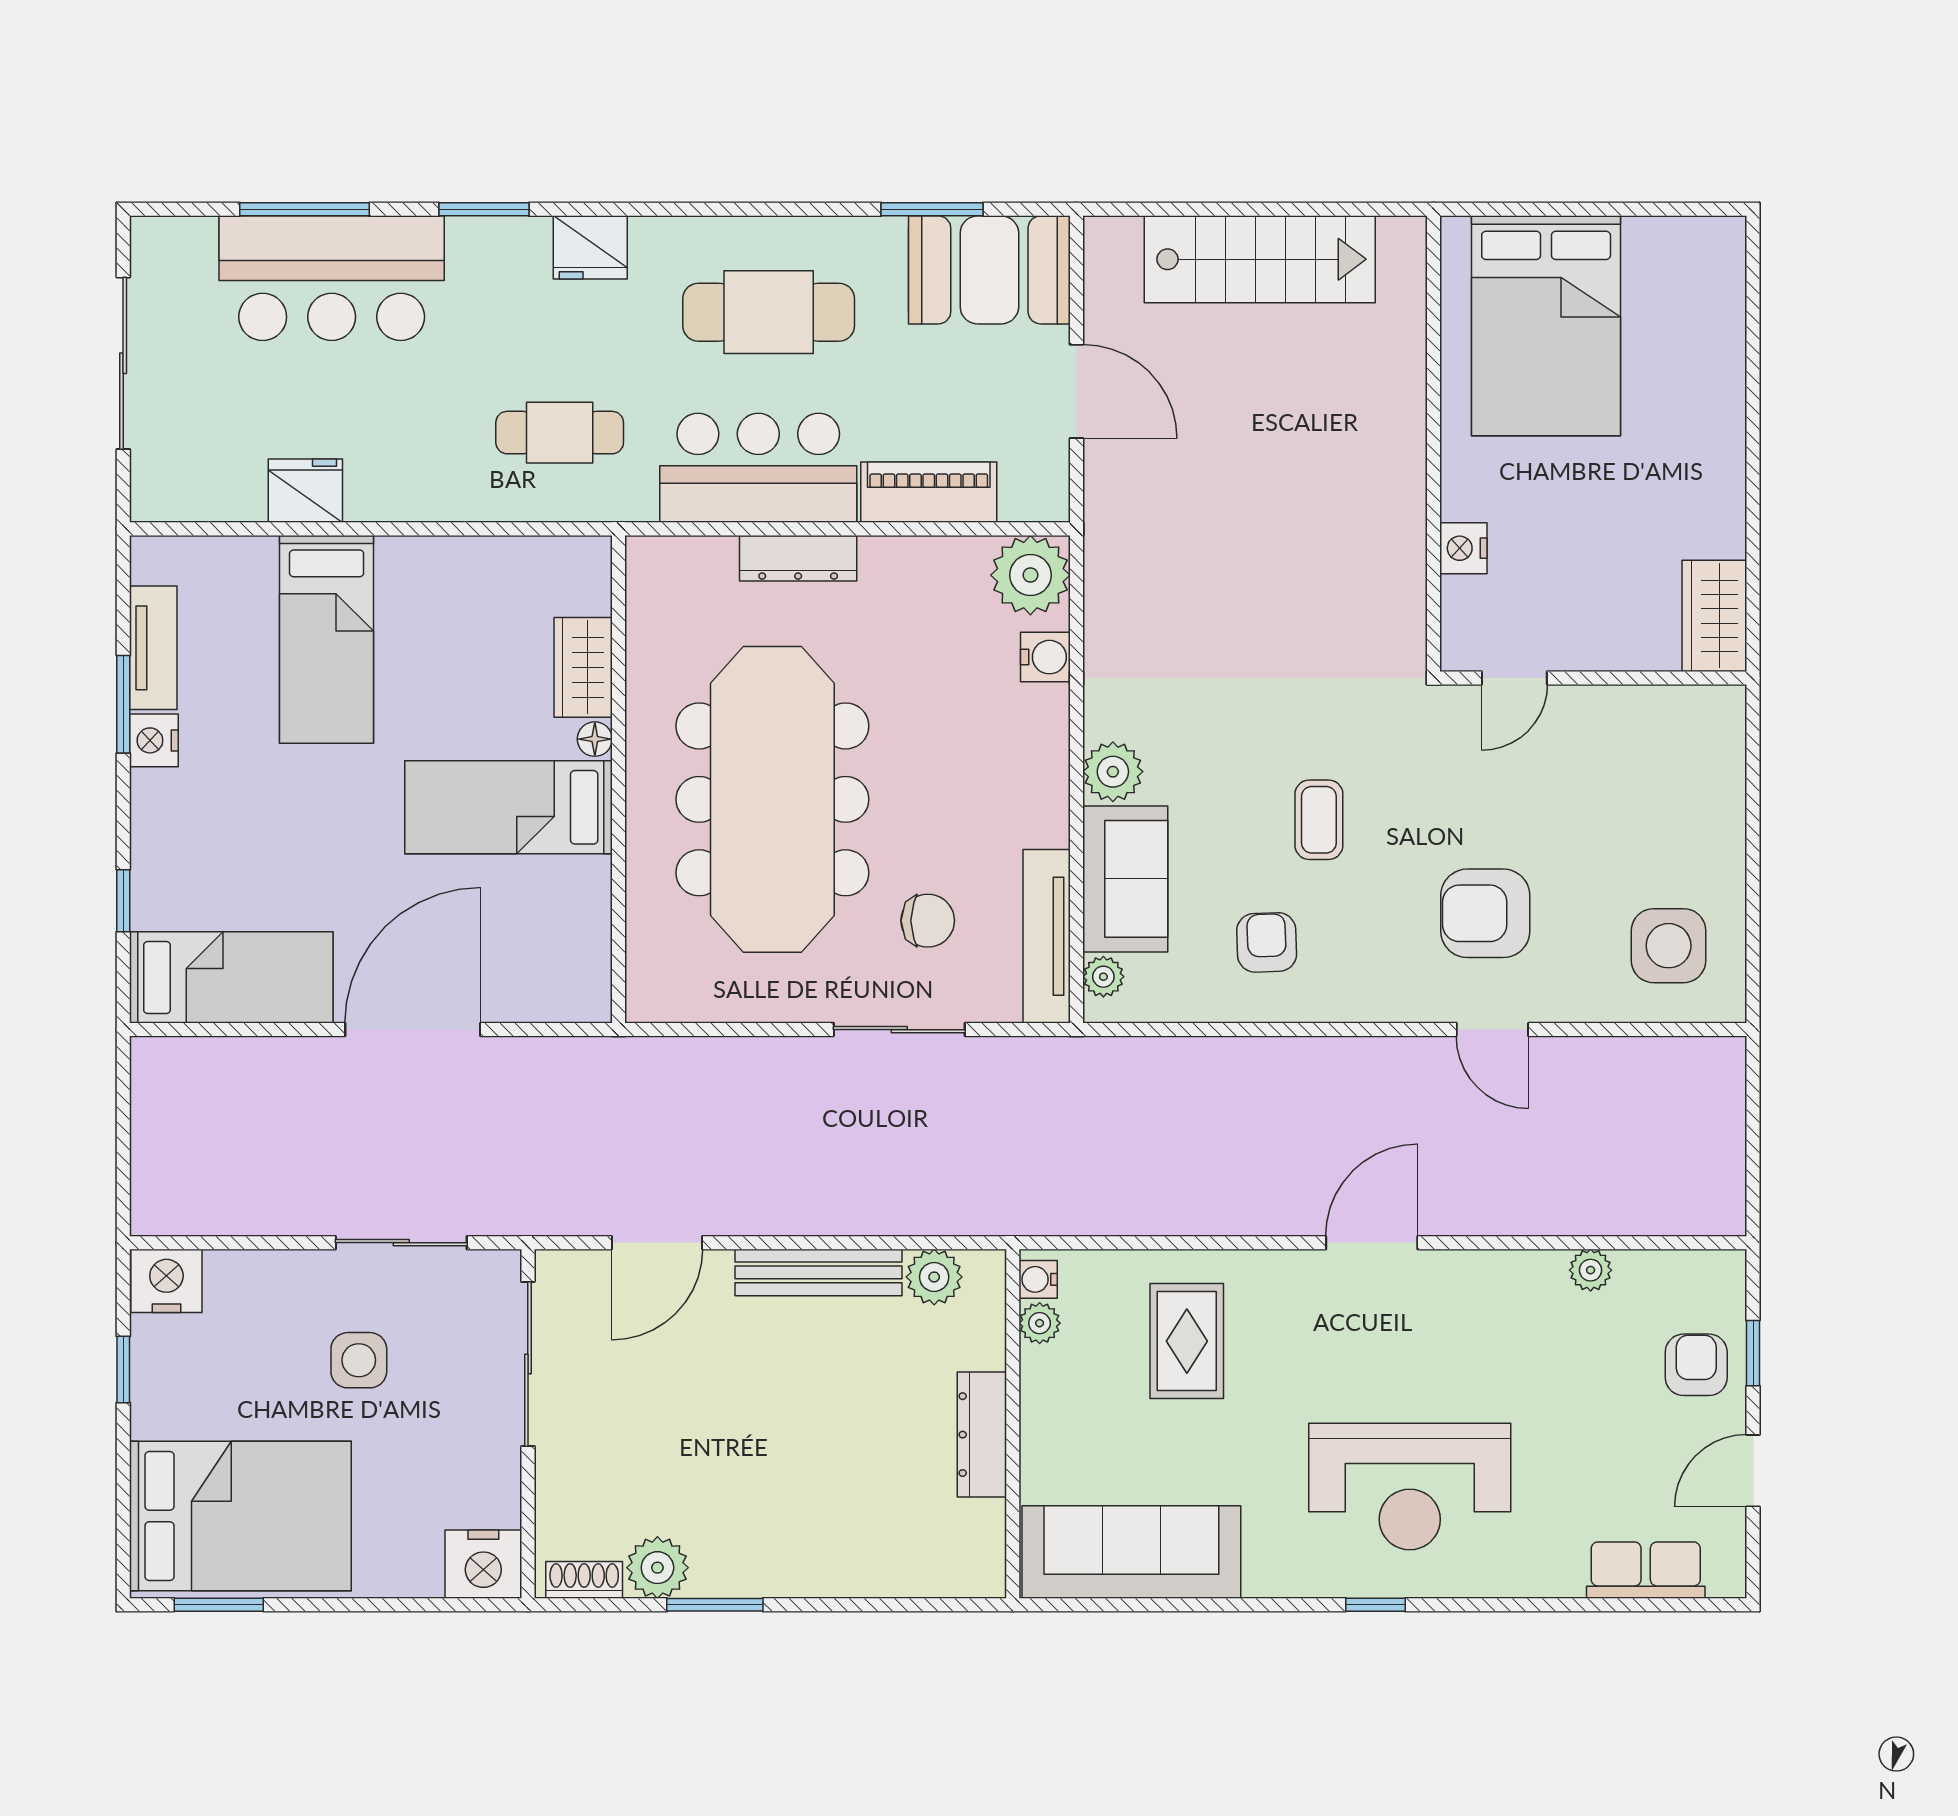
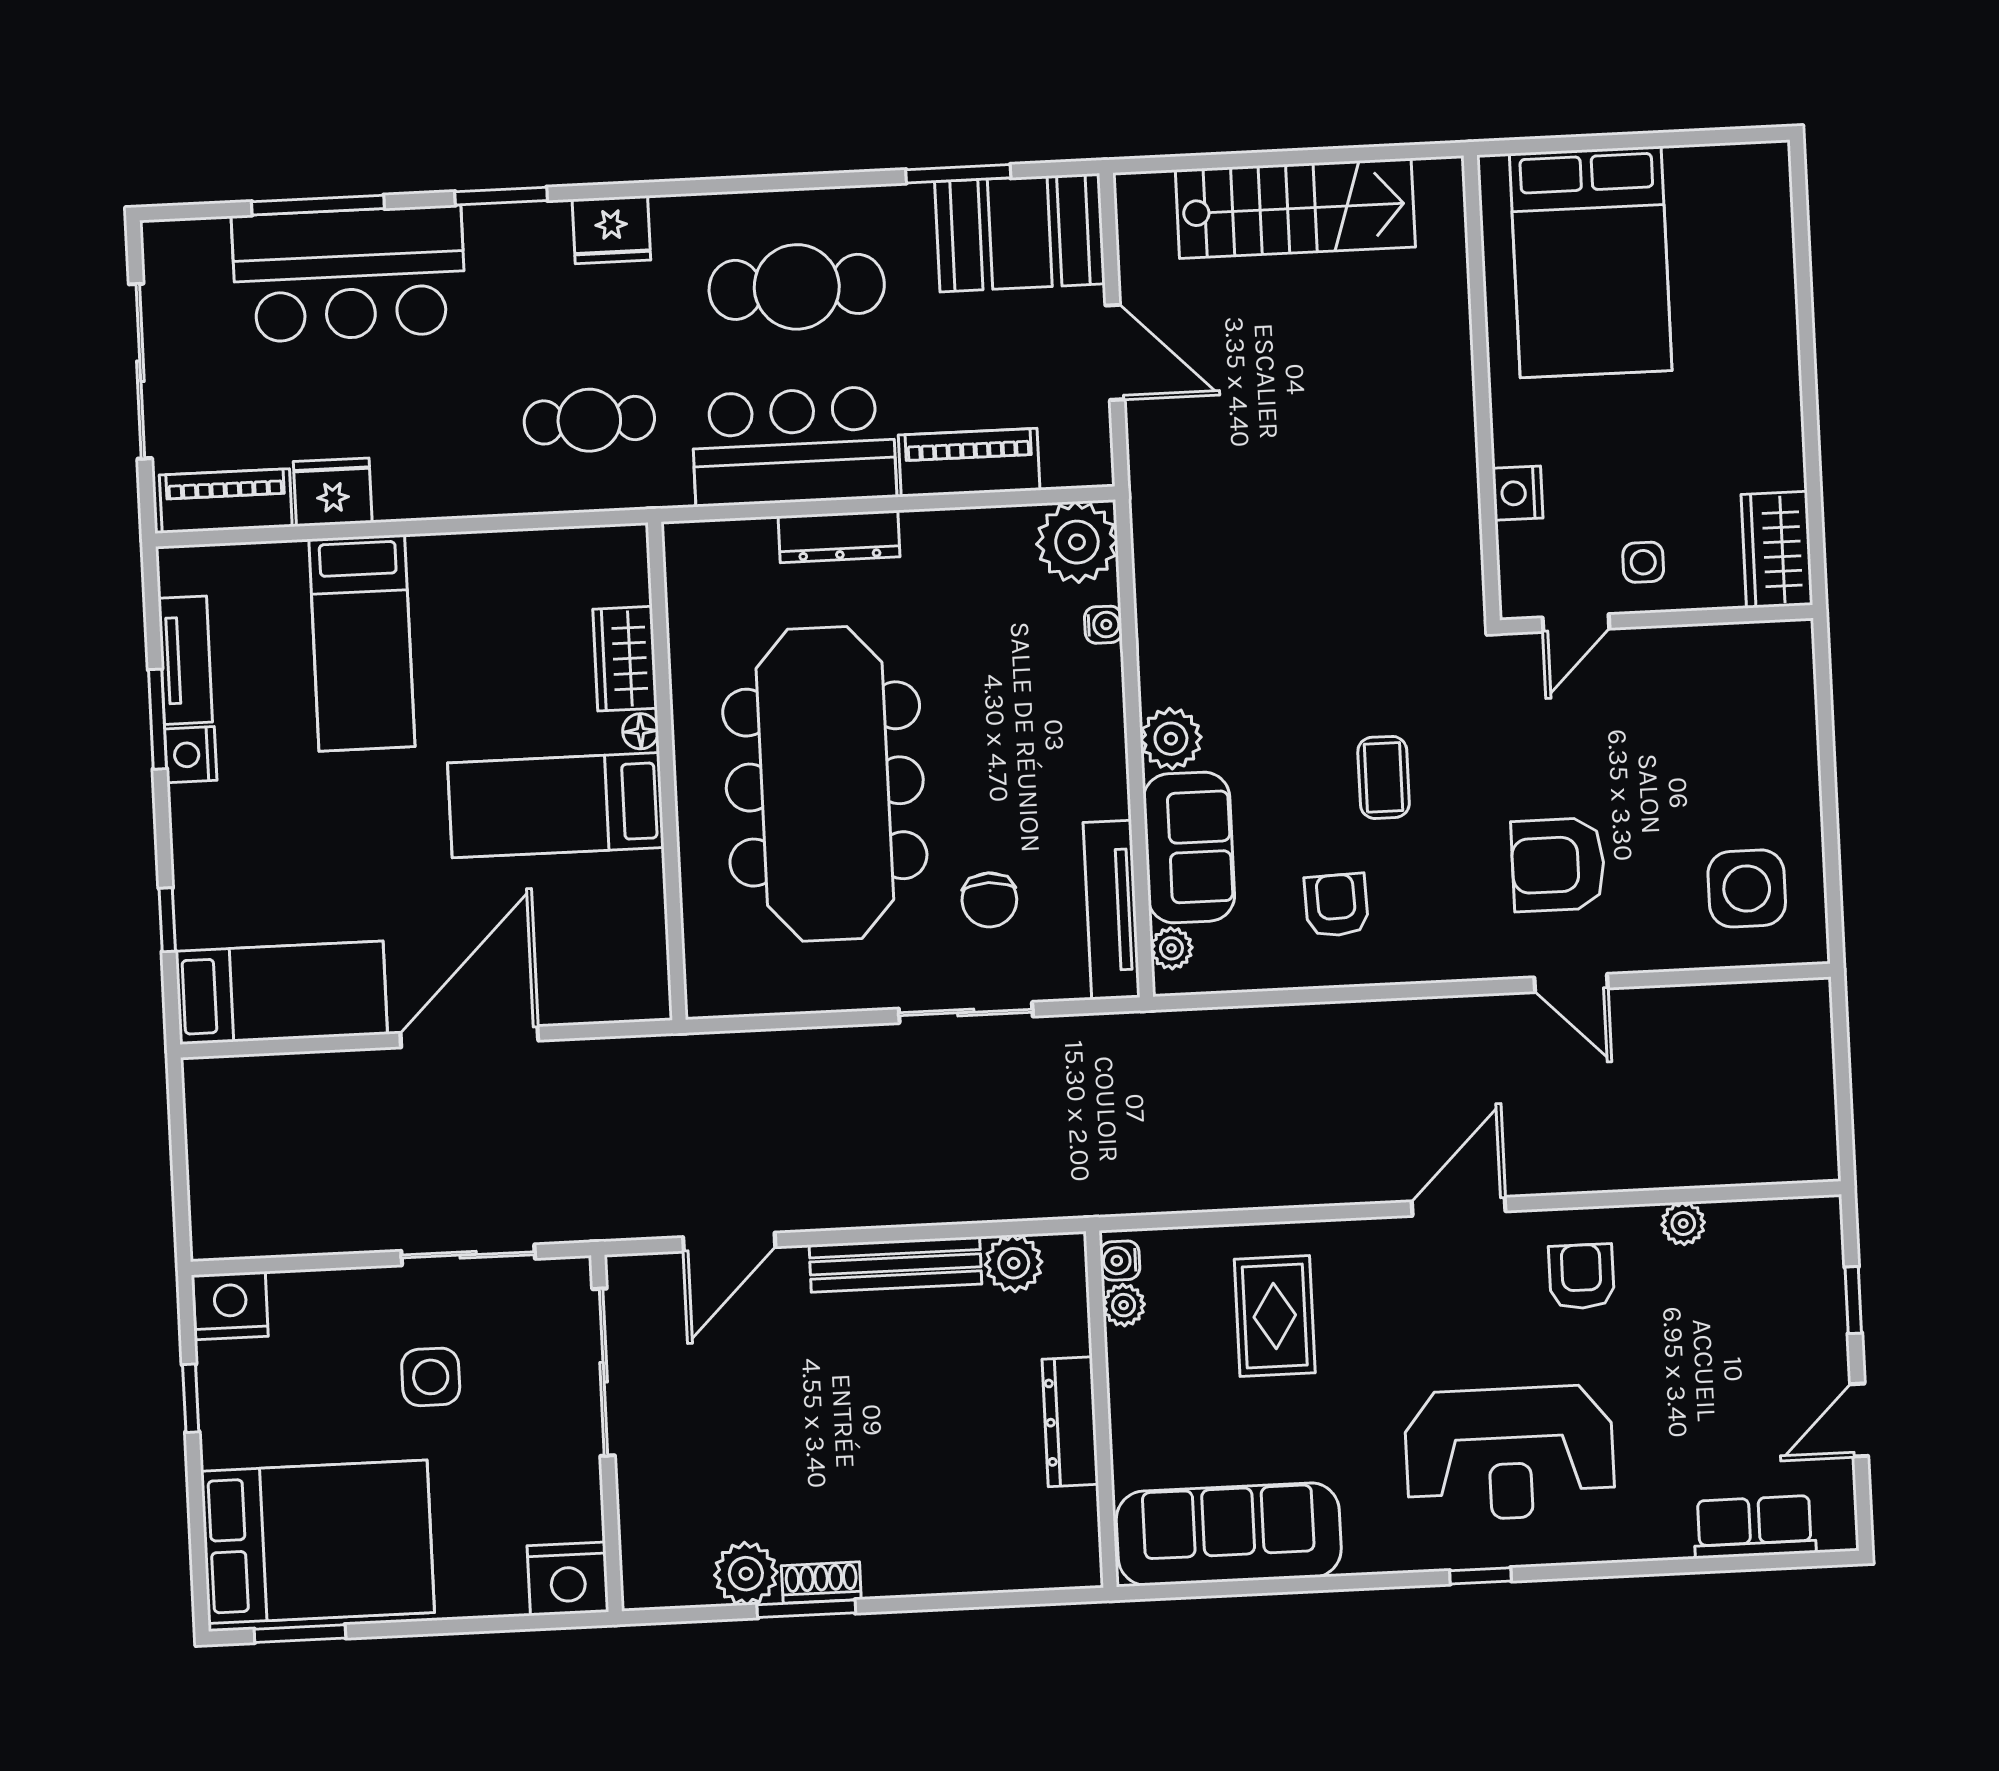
piano: (200, 494) -> (226, 501), added
side table: (1583, 622) -> (1643, 562), added
water cooler: (1045, 657) -> (1103, 625), width x0.72, depth x0.72
chair: (928, 921) -> (989, 900), turned 90
armchair: (1696, 1365) -> (1581, 1276), moved
shoe rack: (584, 1580) -> (821, 1583), moved

